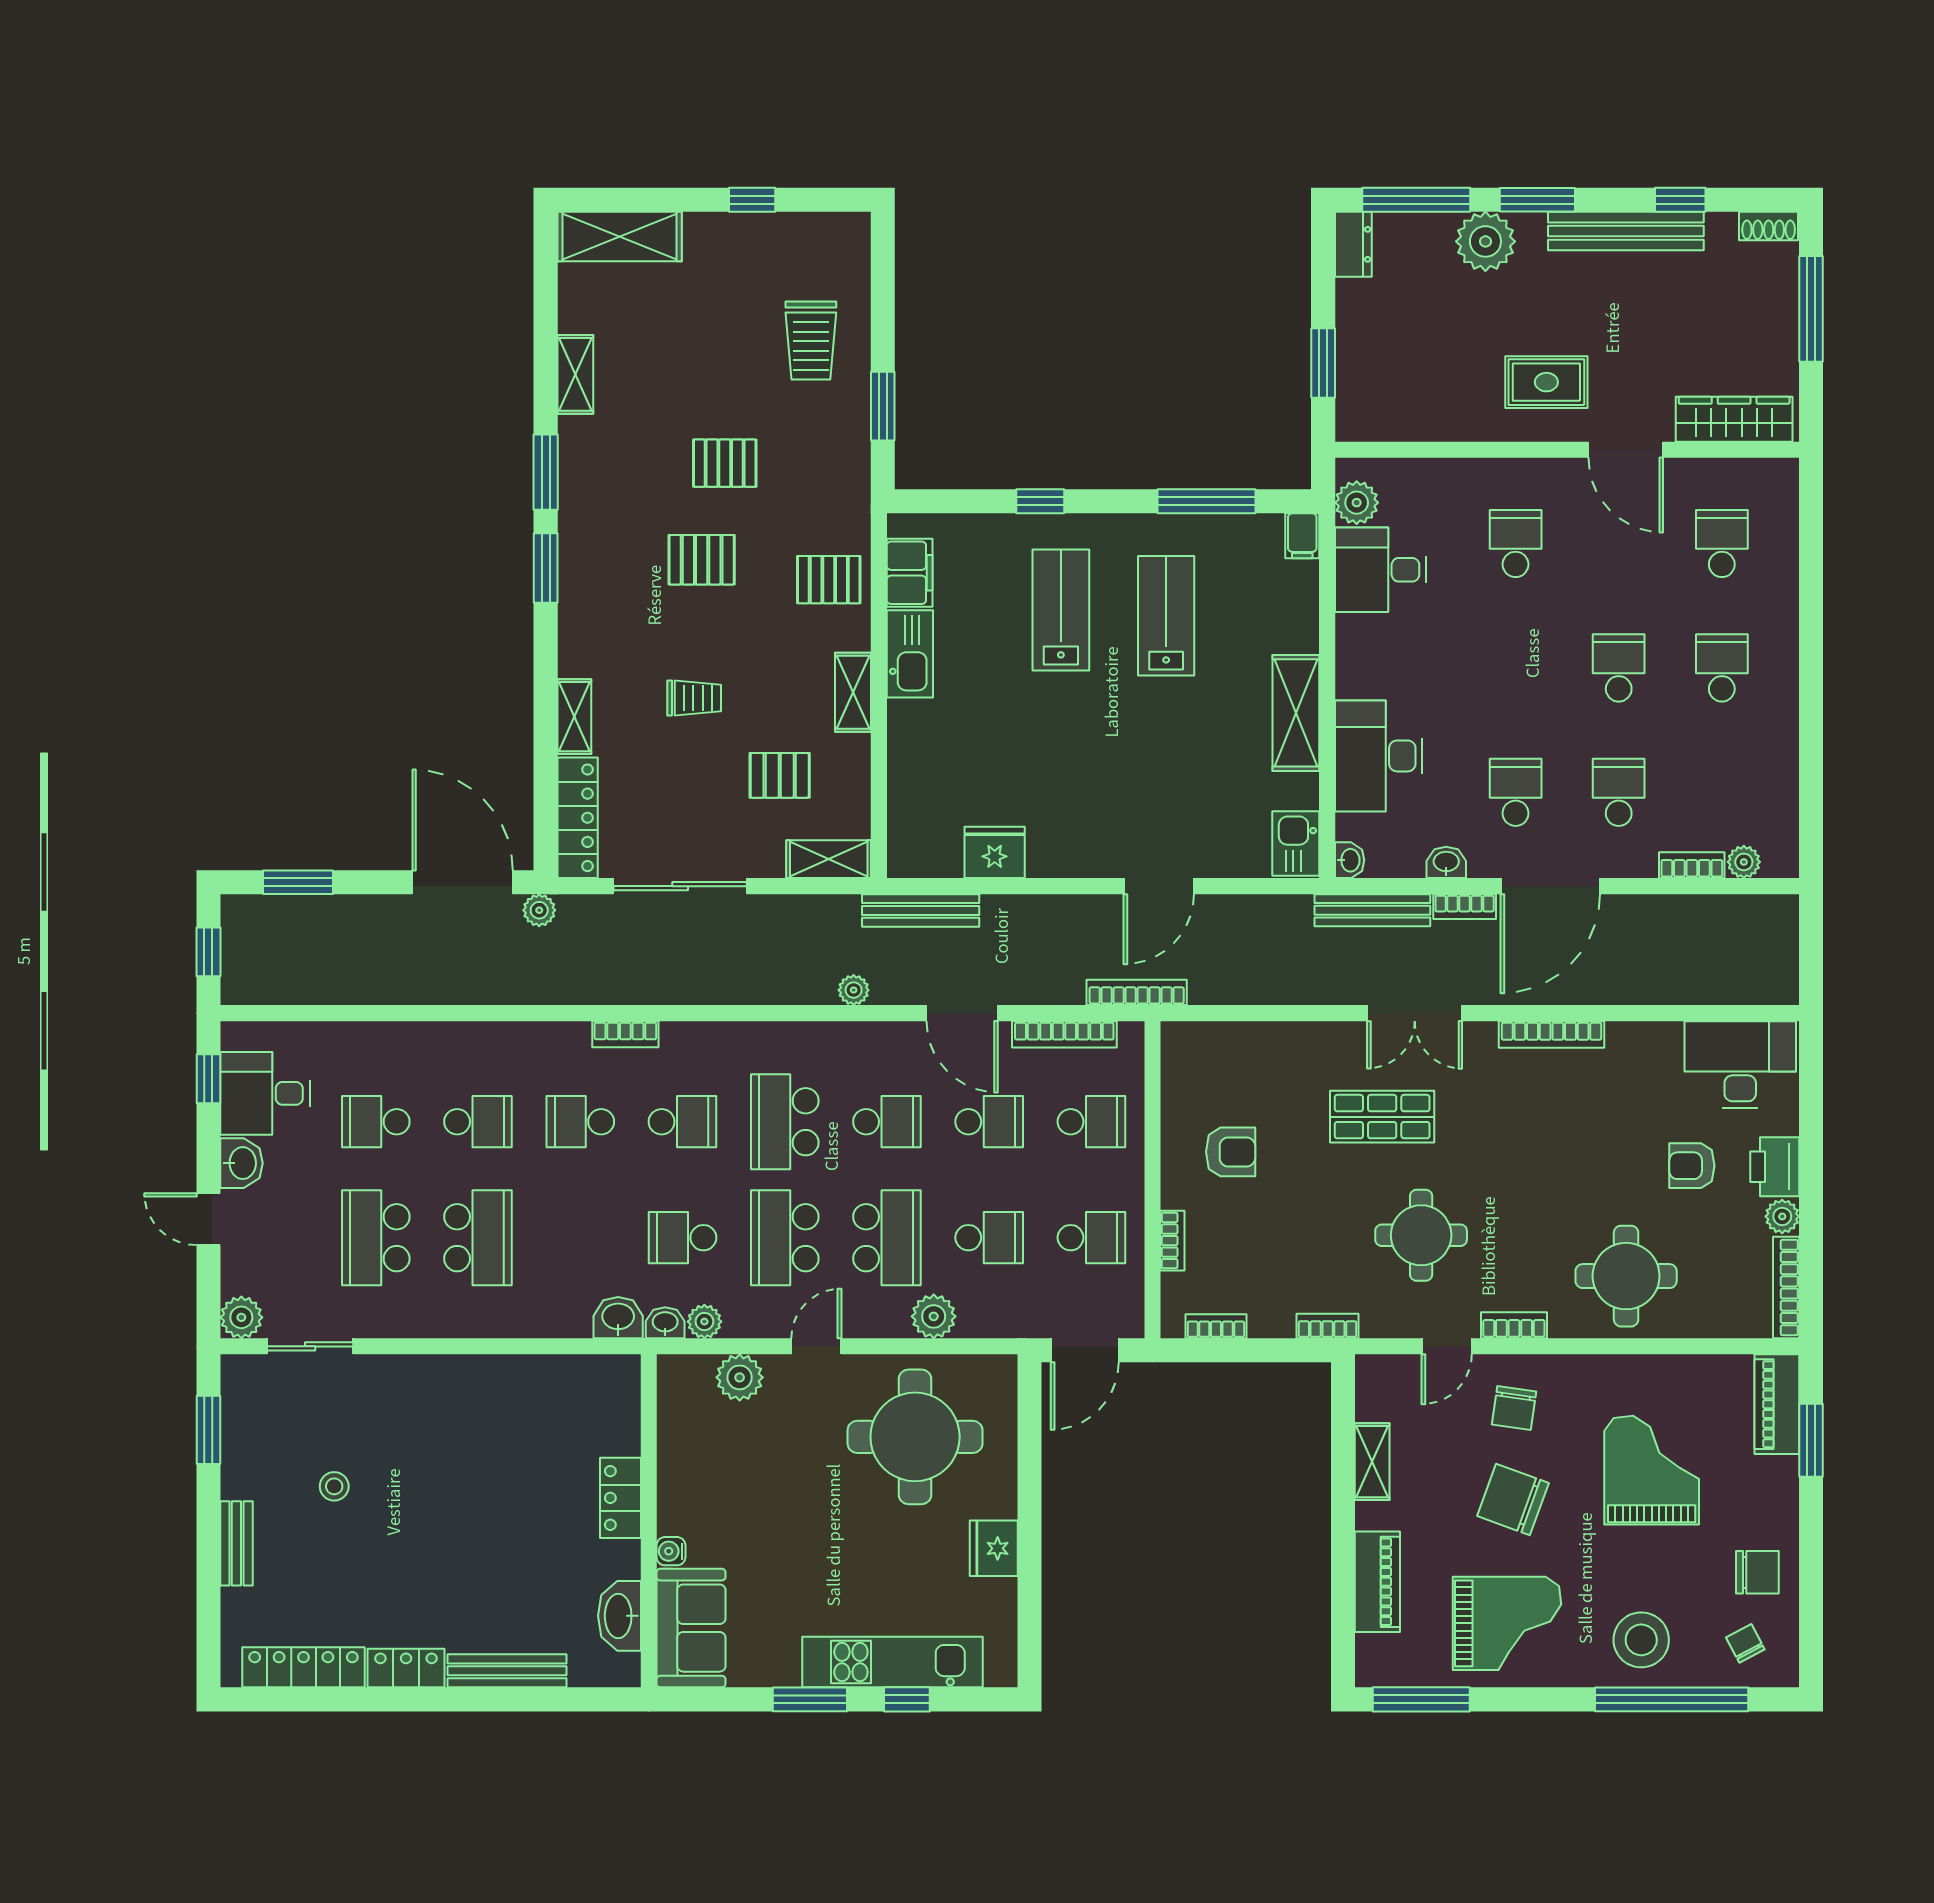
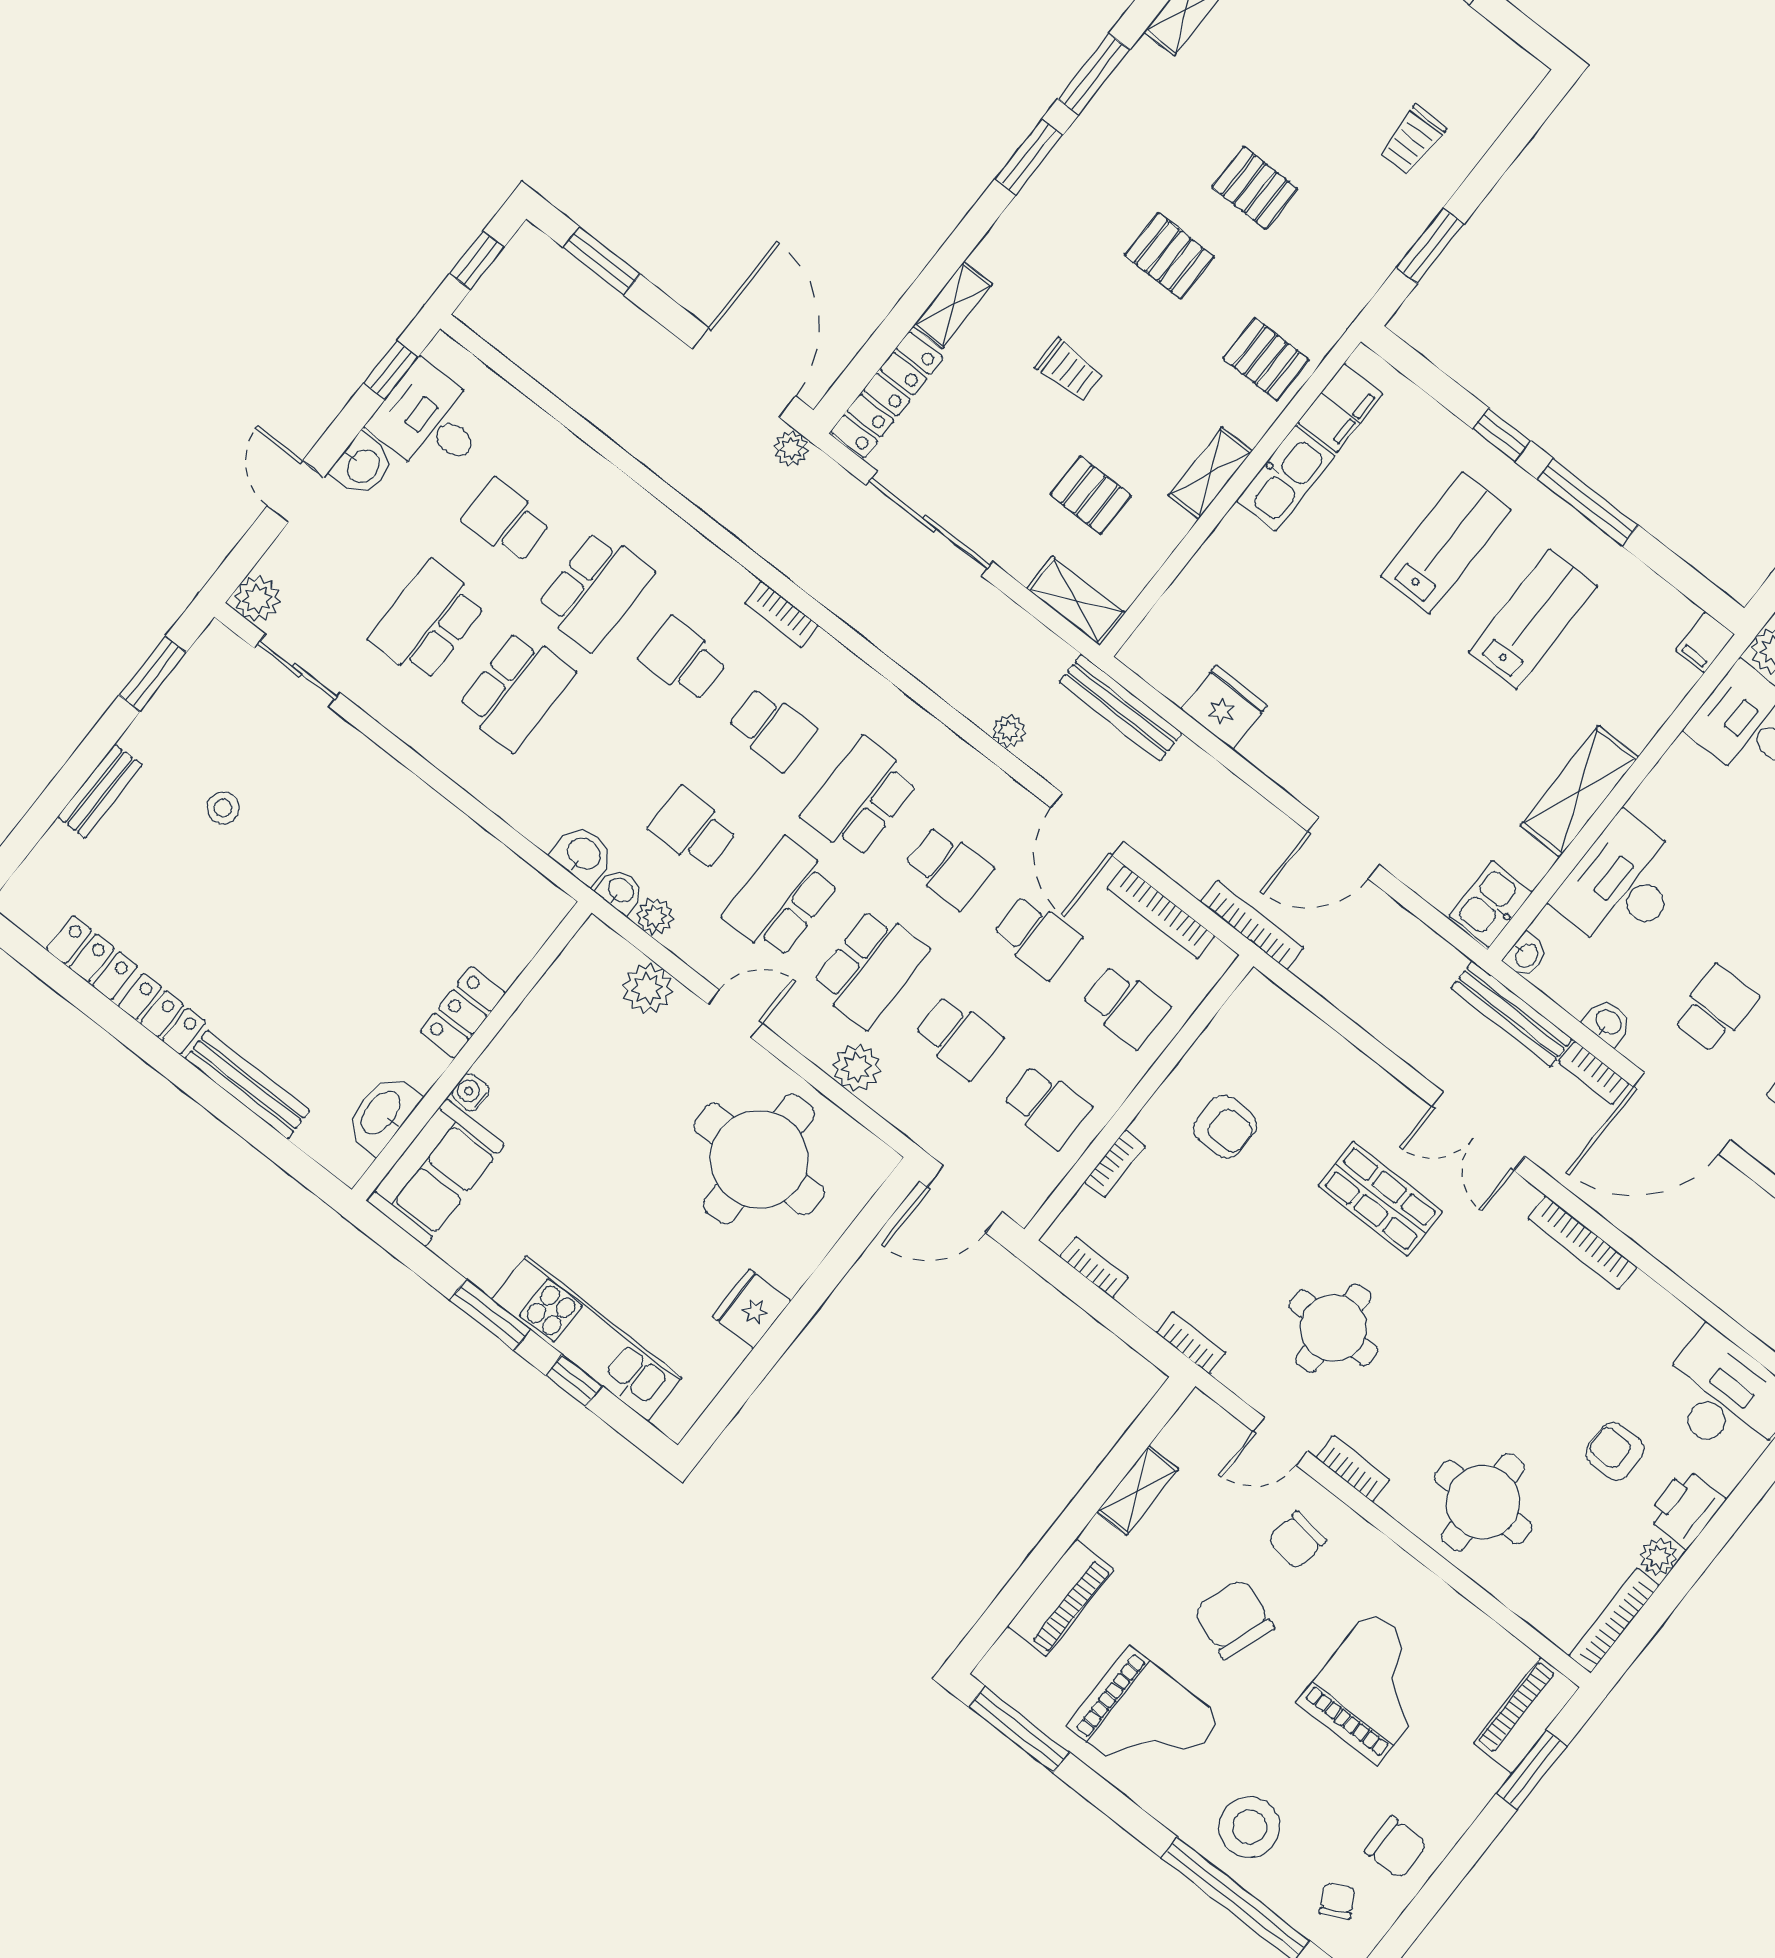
trolley: (811, 340) -> (1412, 140), width x0.73, depth x0.72
window: (1206, 501) -> (1588, 502), moved
school desk: (478, 1122) -> (595, 590), width x1.85
locker: (303, 1667) -> (92, 958), width x0.66

